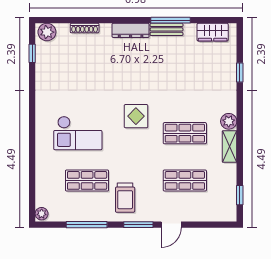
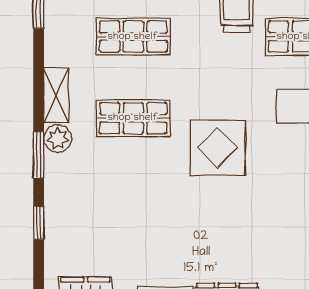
window: (240, 112) -> (39, 155), added
display table: (136, 116) -> (218, 148), width x1.36, depth x1.36

